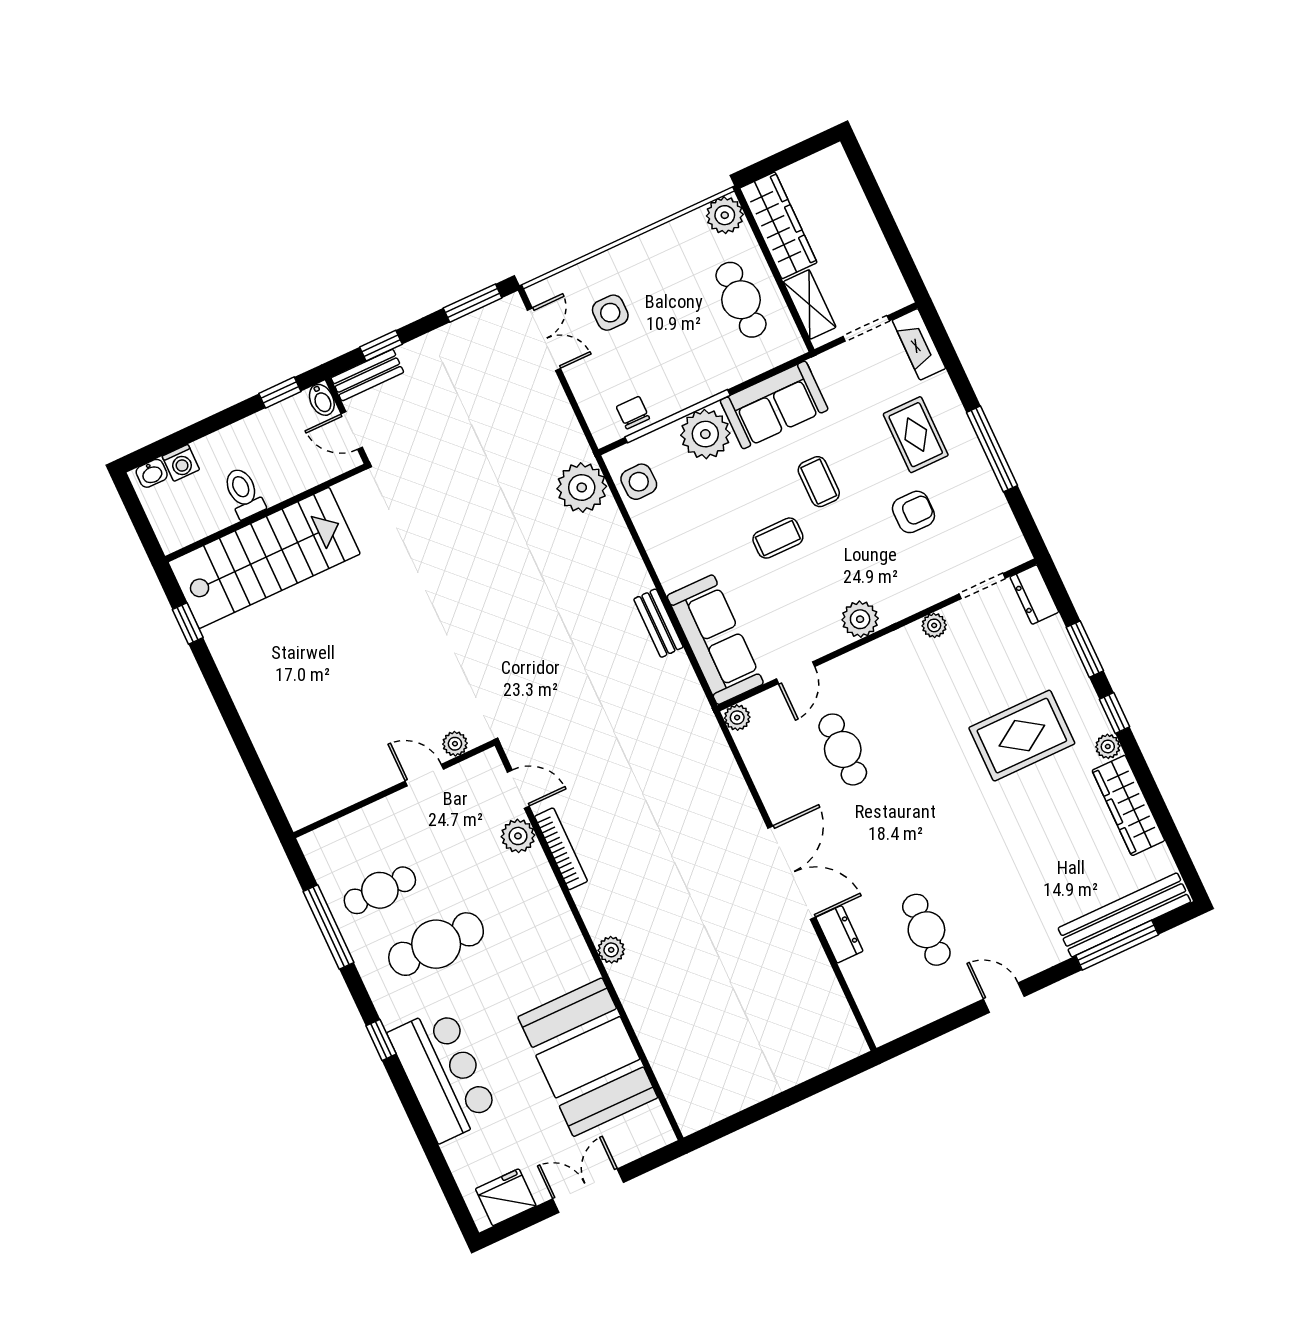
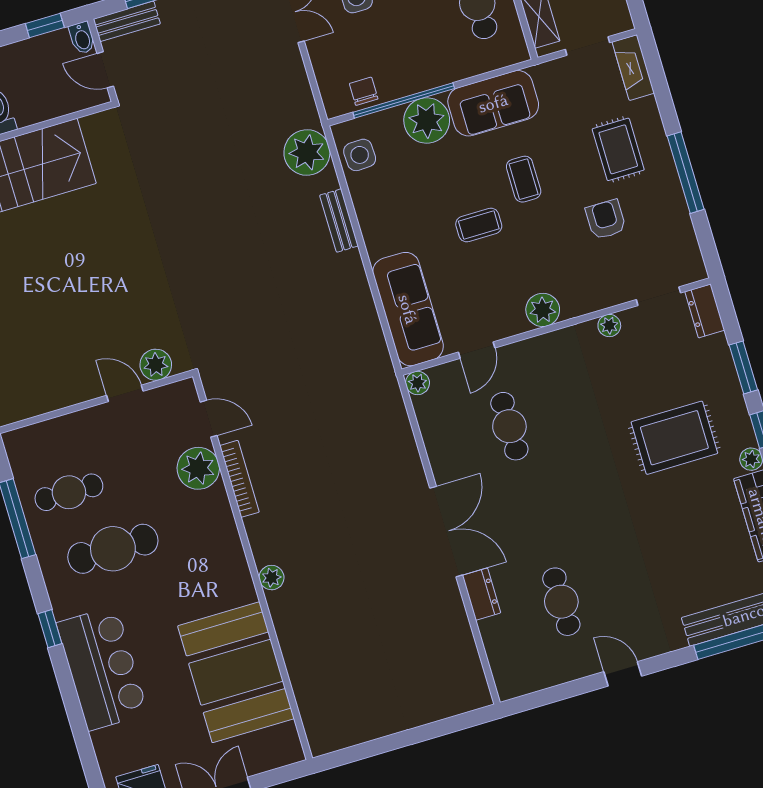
armchair: (913, 512) -> (606, 219), turned -90
bench: (658, 623) -> (339, 221), moved
plant: (455, 744) -> (156, 365), width x1.38, depth x1.38
plant: (518, 836) -> (198, 468), width x1.36, depth x1.36

